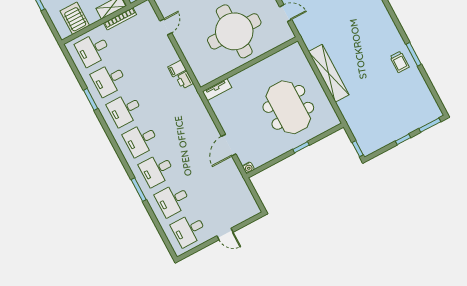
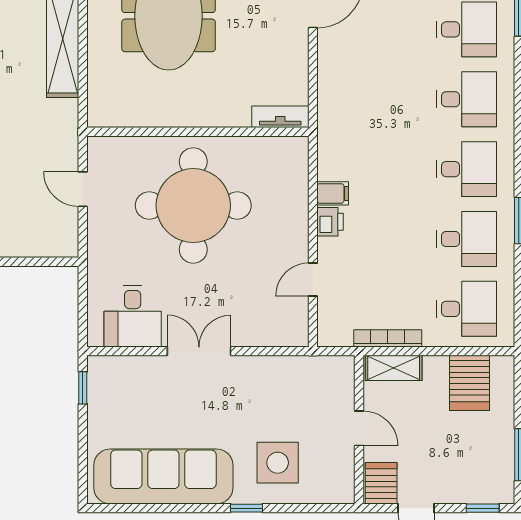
printer: (185, 80) -> (330, 222), moved

